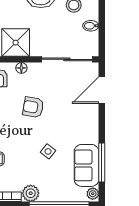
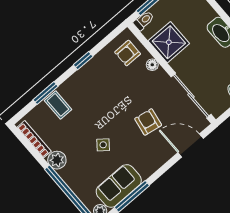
armchair: (33, 107) -> (148, 122), moved

